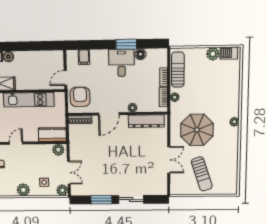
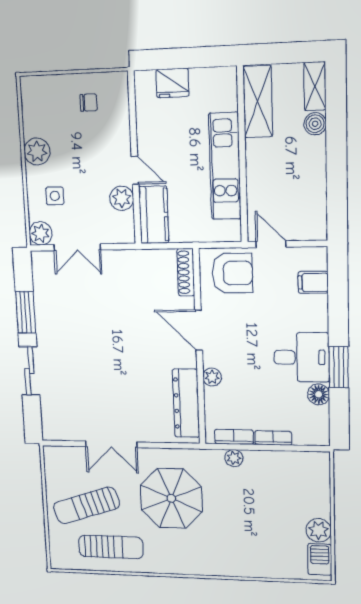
sun lounger: (178, 70) -> (111, 547), moved
plant: (234, 122) -> (188, 566), removed
door: (16, 143) -> (135, 170), moved
plant: (58, 150) -> (122, 198), moved

